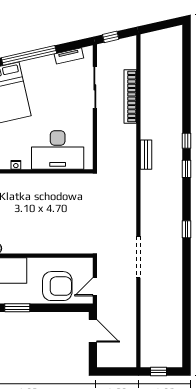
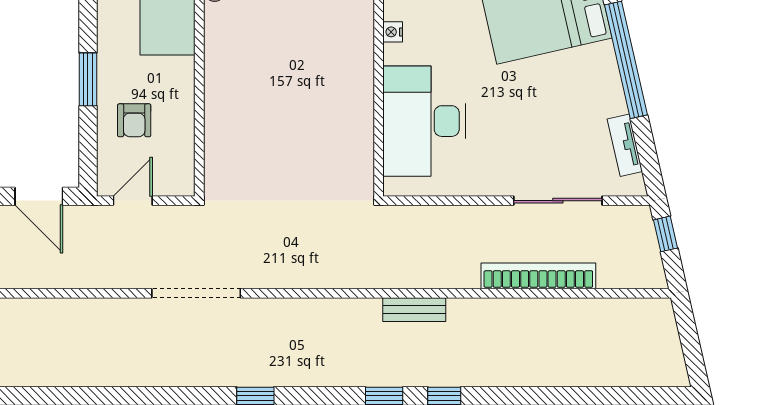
armchair: (57, 286) -> (134, 120), width x0.53, depth x0.53
door: (95, 287) -> (133, 201), hinge flipped
window: (17, 308) -> (88, 79), moved
door: (93, 331) -> (39, 196), hinge flipped

